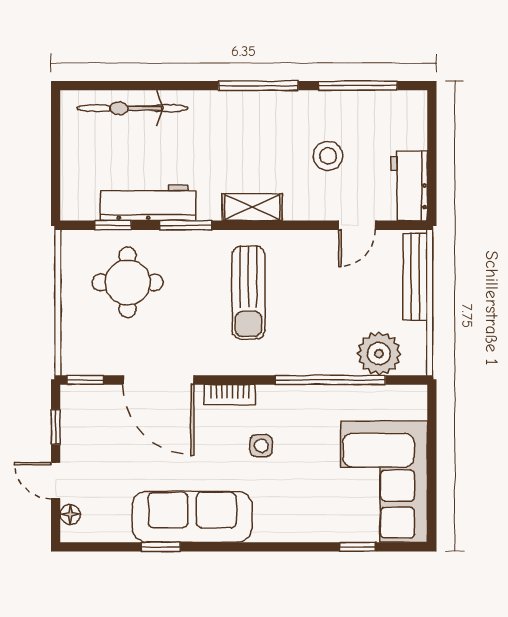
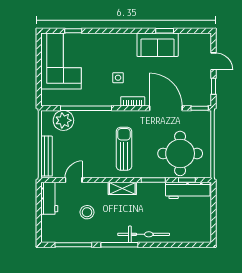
bicycle: (132, 108) -> (144, 234), moved
workbench: (148, 203) -> (188, 190), moved
round table: (128, 282) -> (180, 153), width x1.36, depth x1.36
floor lamp: (70, 515) -> (207, 46), removed
sofa: (192, 517) -> (158, 45), width x0.73

